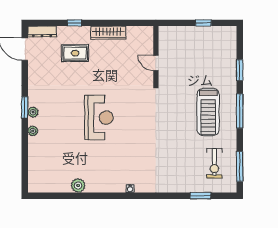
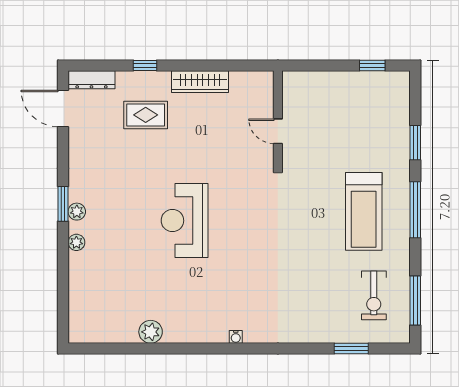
window: (203, 23) -> (372, 65), moved
reception desk: (99, 118) -> (185, 221), turned 180

